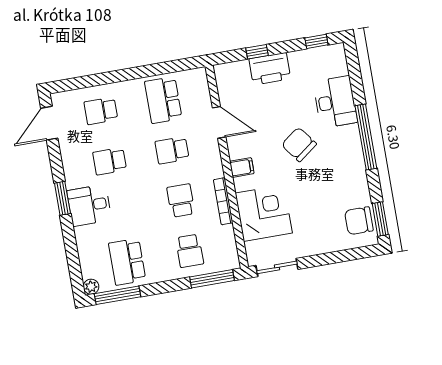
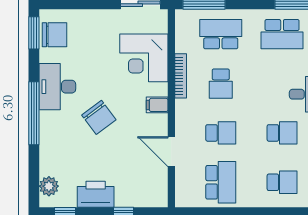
plant: (338, 65) -> (49, 186), added
printer: (270, 69) -> (96, 194), moved
desk: (335, 102) -> (57, 87), moved
school desk: (190, 251) -> (221, 34), width x1.85
school desk: (127, 262) -> (282, 34), turned 90

